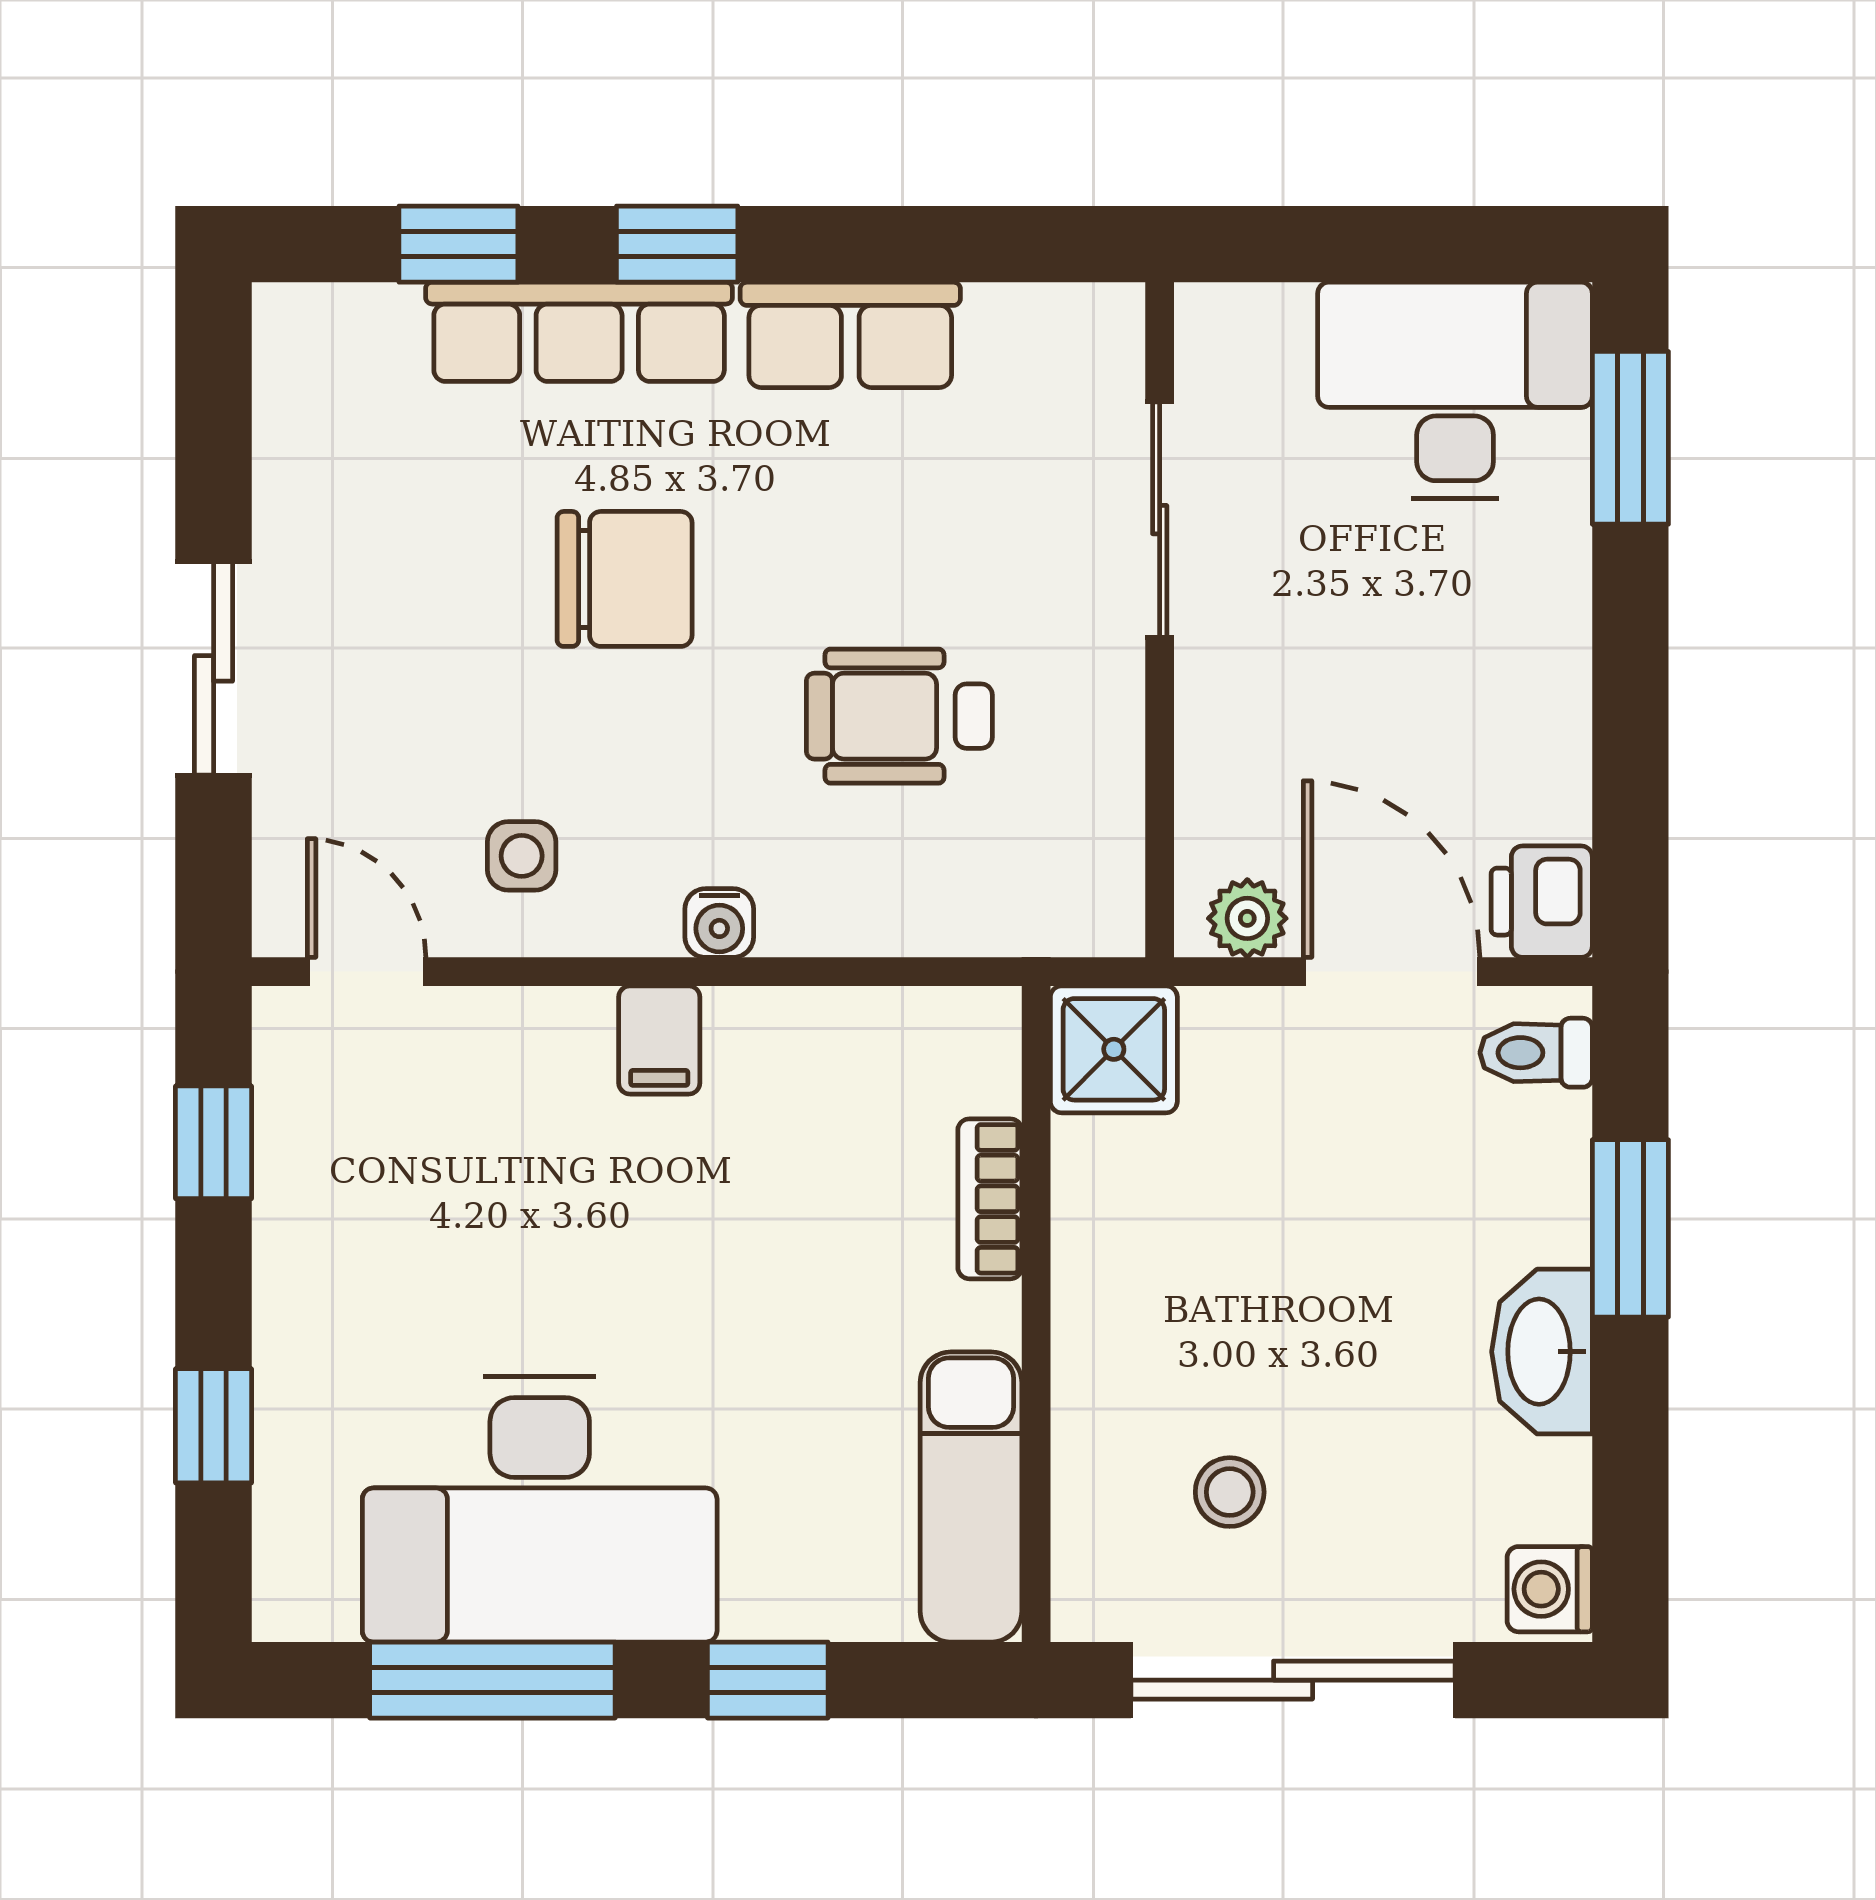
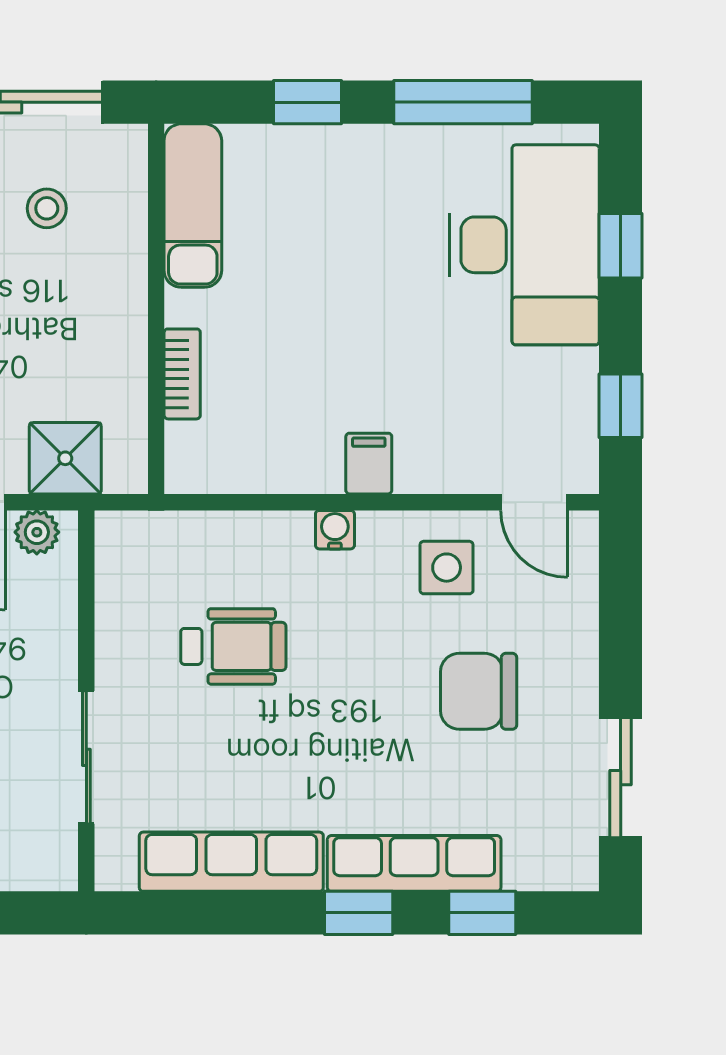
row of seats: (850, 335) -> (231, 862), width x1.48
chair: (625, 579) -> (479, 691), moved
sliding door: (214, 668) -> (621, 778), moved
side table: (522, 856) -> (447, 568), width x1.37, depth x1.37
shower: (1114, 1049) -> (65, 458), moved
desk: (540, 1509) -> (524, 245), moved, turned 90

